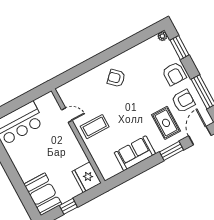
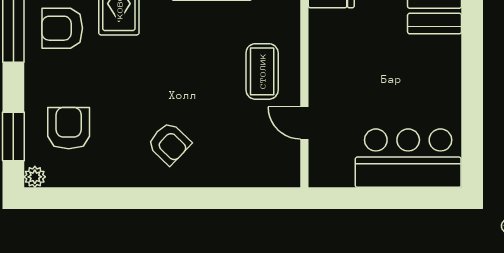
armchair: (174, 74) -> (69, 128), moved
coffee table: (95, 127) -> (262, 71), turned 90

